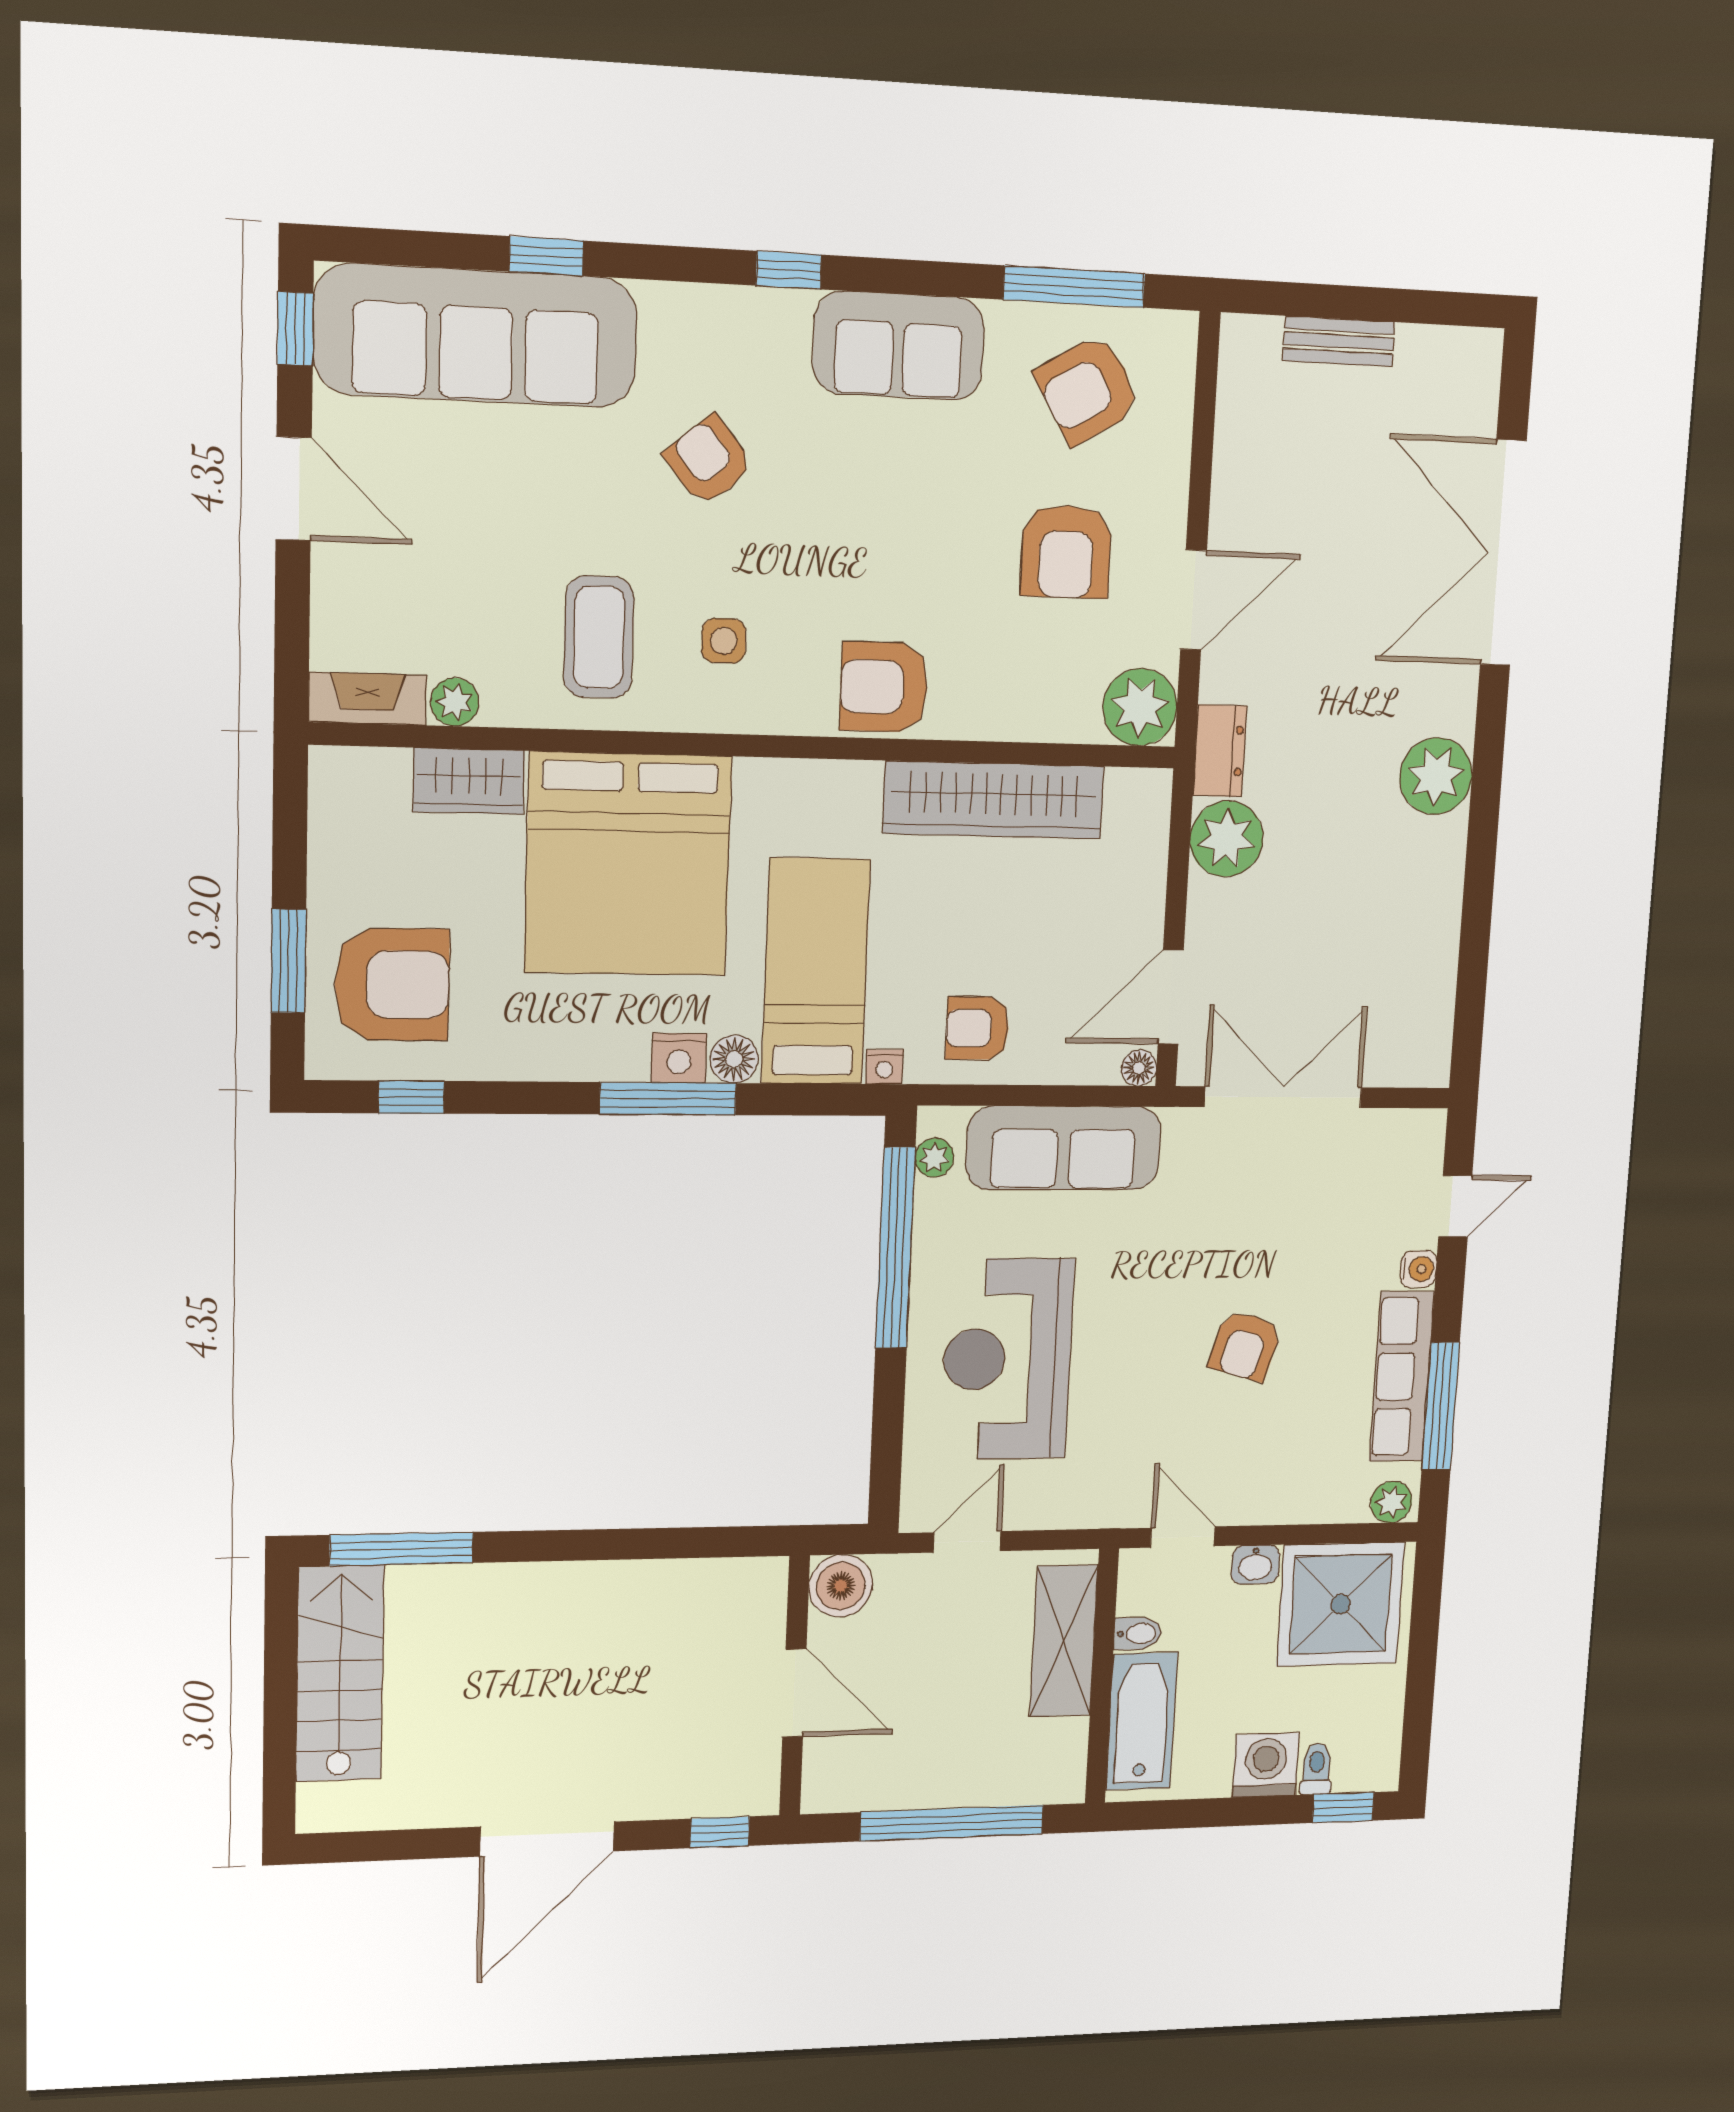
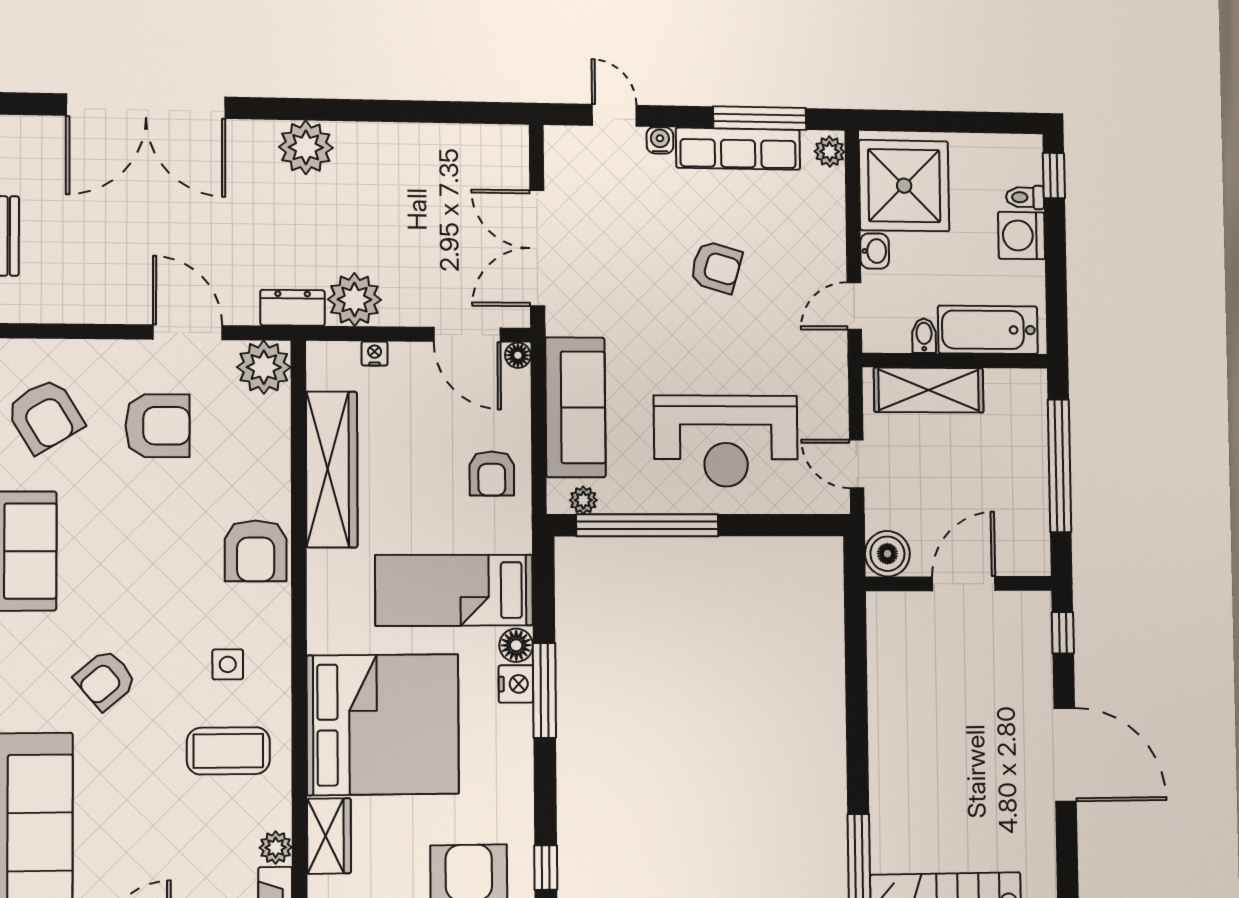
nightstand: (884, 1067) -> (375, 353), moved, turned -90

